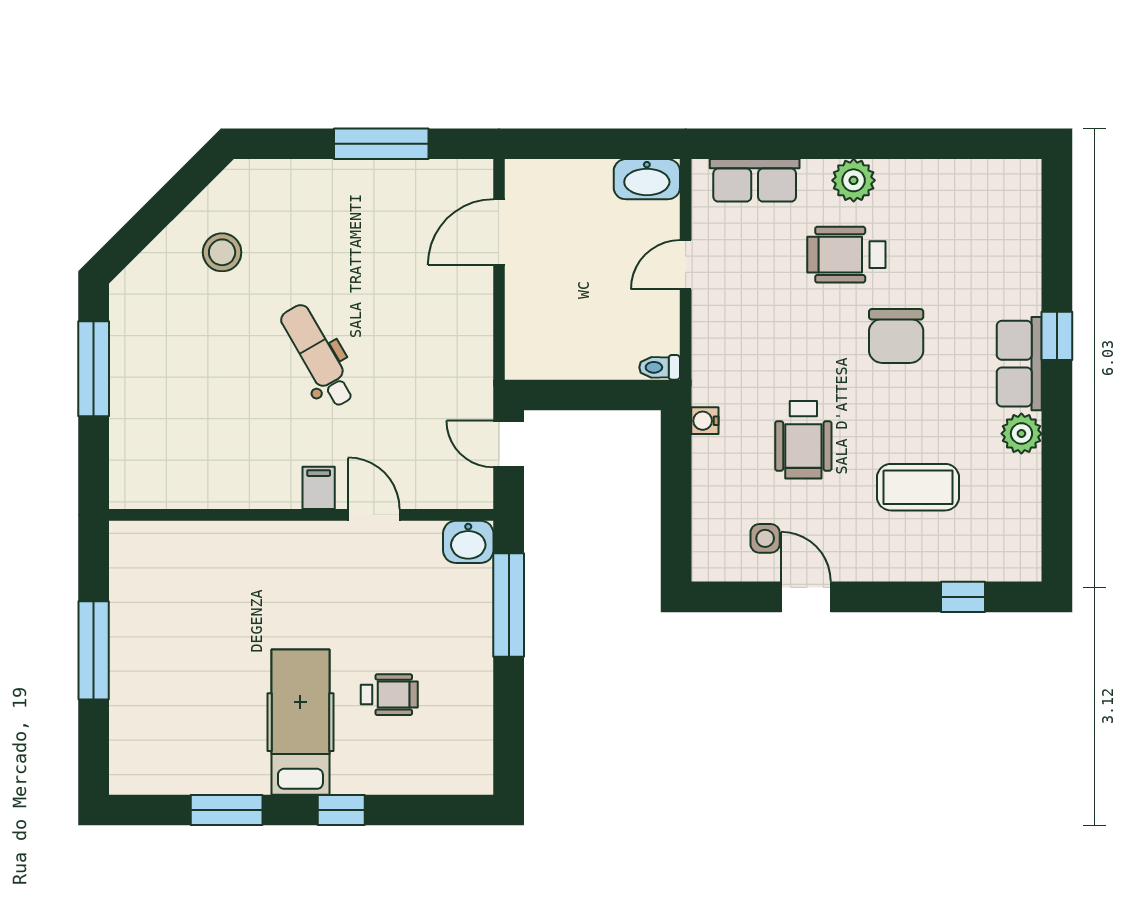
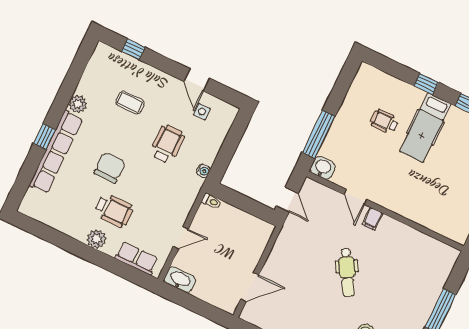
row of seats: (1019, 364) -> (56, 152), width x2.02
coffee table: (918, 487) -> (130, 102), width x0.73, depth x0.77

